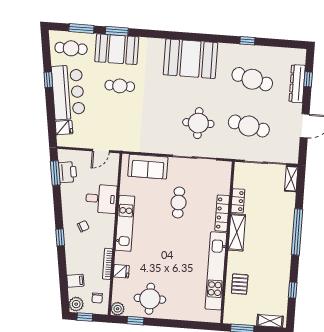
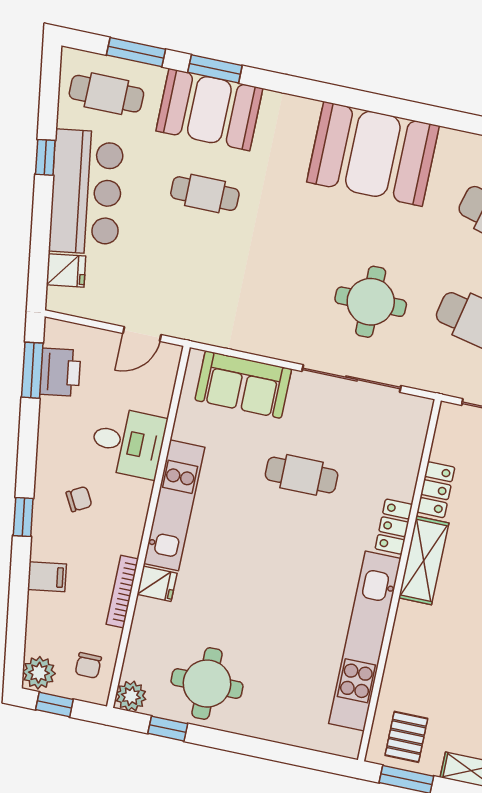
cafe table: (179, 202) -> (302, 475), turned 90
locker: (222, 213) -> (394, 527), width x0.66
fridge: (121, 271) -> (157, 584), moved
filing cabinet: (75, 281) -> (47, 577), moved
pallet: (240, 284) -> (406, 737), moved

